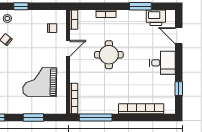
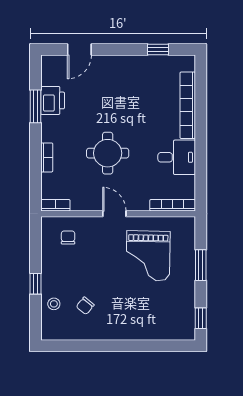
printer: (156, 18) -> (53, 100), moved
door: (68, 48) -> (114, 214), moved
desk: (163, 63) -> (177, 157), moved, turned 90
window: (96, 117) -> (201, 173), removed

